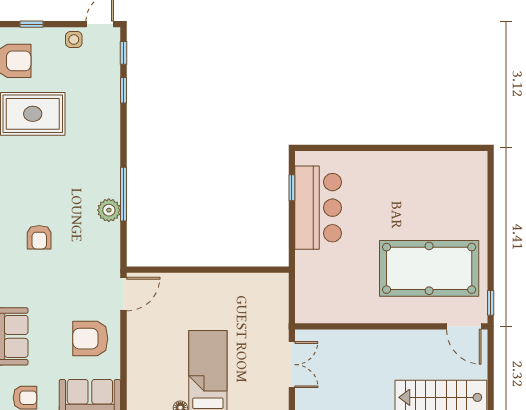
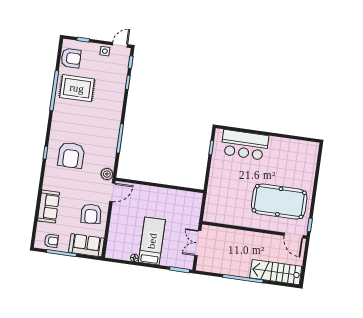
bar counter: (318, 208) -> (245, 145), moved, turned 90
plant: (109, 210) -> (107, 174), moved
armchair: (39, 237) -> (71, 155), width x1.88, depth x1.88
armchair: (90, 339) -> (91, 214), turned -94
double door: (292, 365) -> (198, 243), swing flipped

